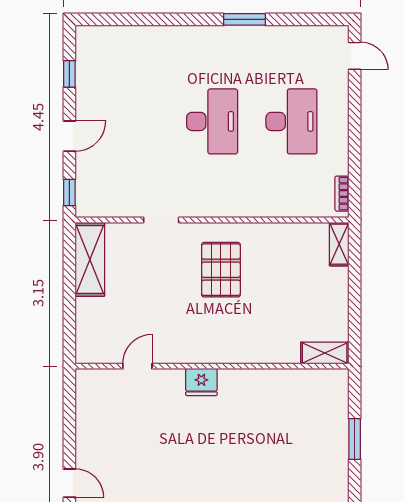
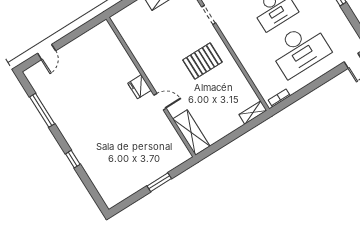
desk: (291, 121) -> (300, 50), width x1.36, depth x1.30
shelving: (325, 353) -> (191, 133), width x1.50, depth x1.33
door: (137, 366) -> (160, 102), moved

